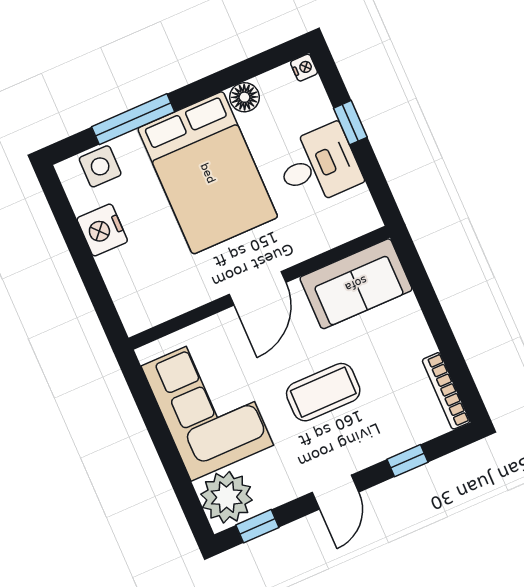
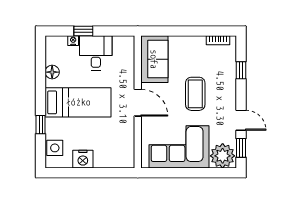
nightstand: (304, 68) -> (73, 41), moved
window: (133, 119) -> (41, 125), width x0.46
bed: (208, 173) -> (78, 102), width x0.67
bookcase: (446, 391) -> (218, 40), width x0.64
door: (335, 492) -> (241, 120), moved

